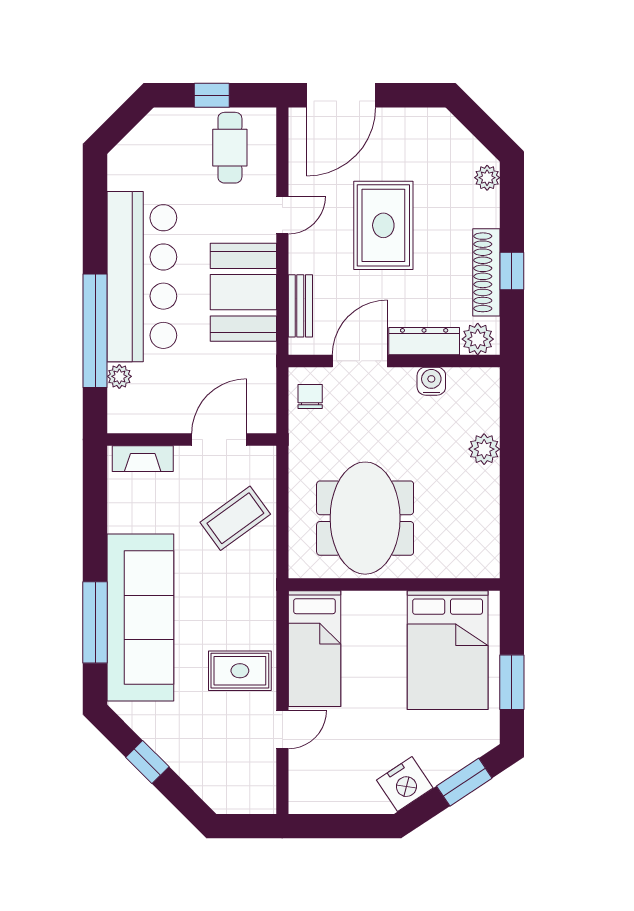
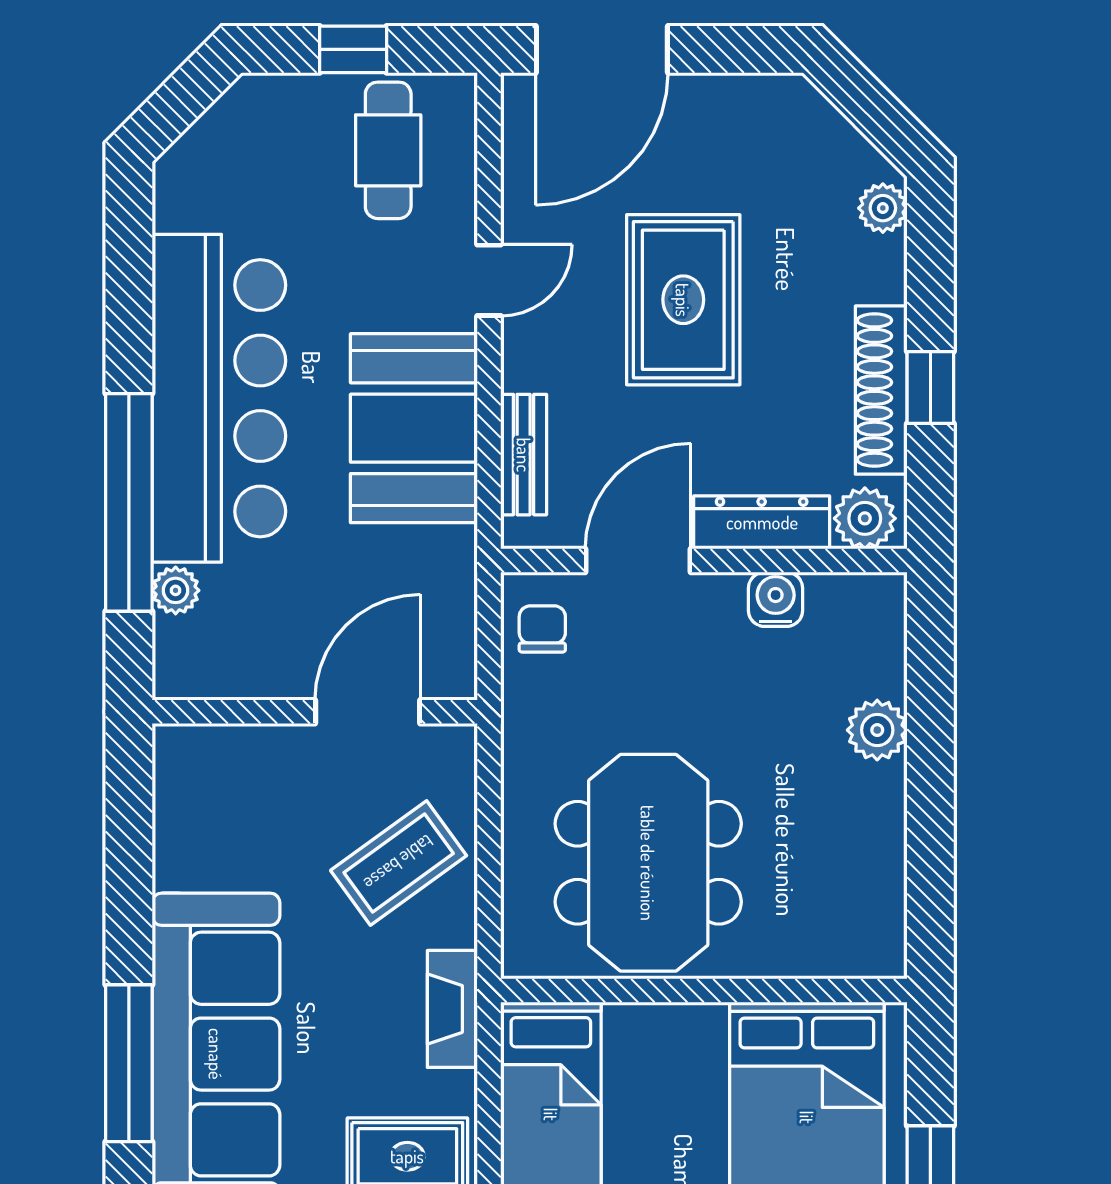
fireplace: (143, 459) -> (452, 1009), moved, turned 90

